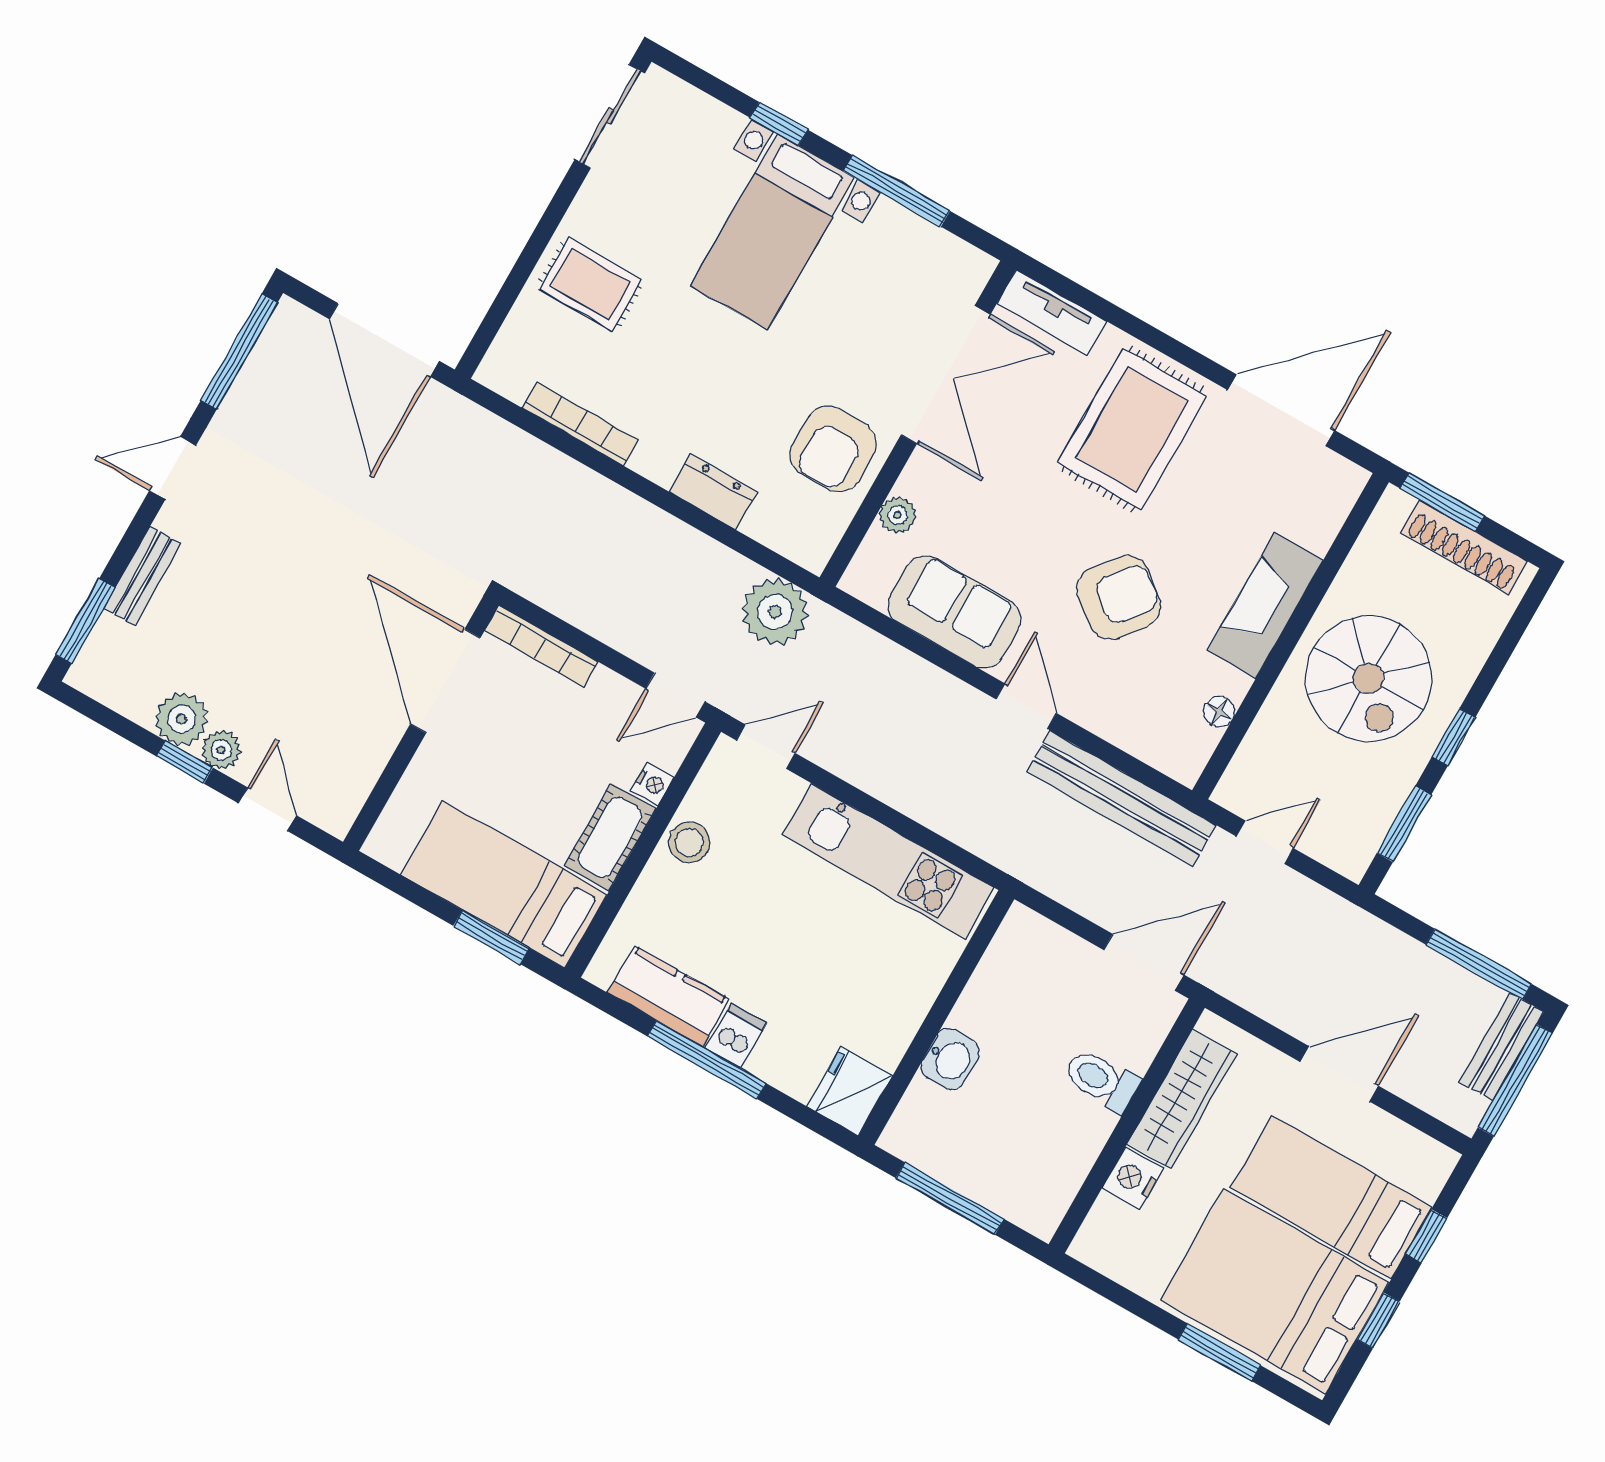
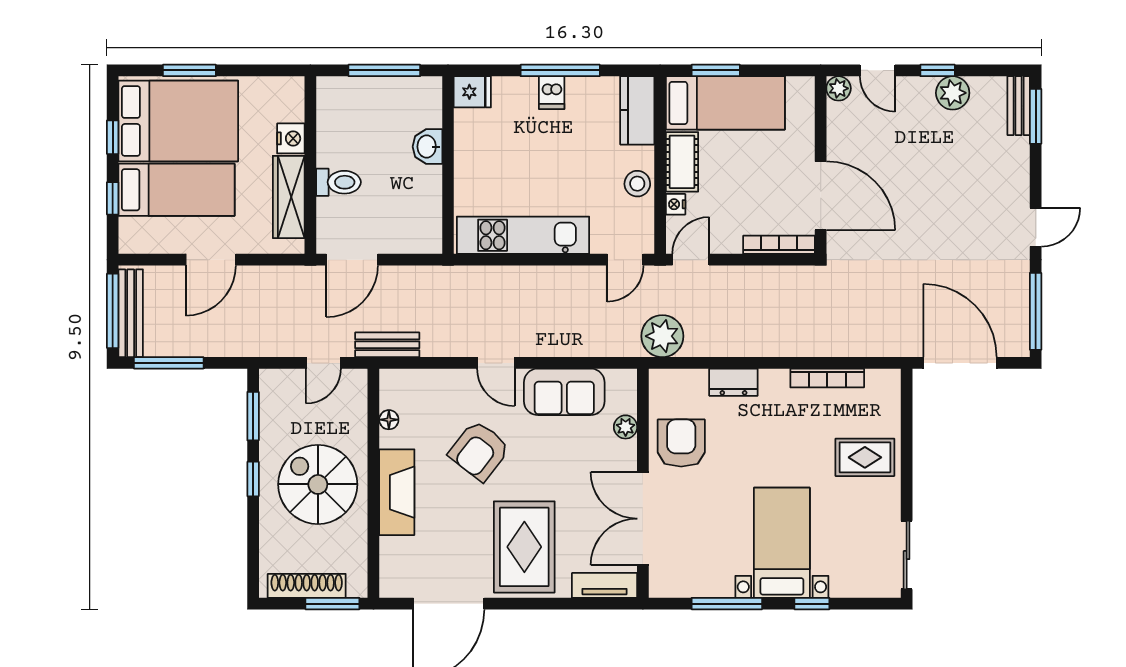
bench: (142, 576) -> (1019, 106), moved
plant: (221, 750) -> (839, 88), moved
bench: (1122, 798) -> (387, 345), width x0.54, depth x0.82
kitchen counter: (668, 996) -> (637, 110), moved, turned 90
bench: (1501, 1047) -> (131, 313), width x1.36
fridge: (850, 1091) -> (472, 92), width x0.72

